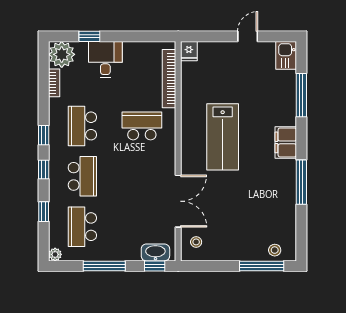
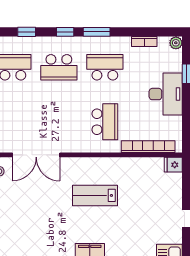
plant: (62, 54) -> (176, 43), width x0.53, depth x0.53
desk: (105, 59) -> (166, 94), width x1.37
window: (44, 135) -> (97, 32), width x1.50
lab bench: (223, 137) -> (95, 195), width x0.73, depth x0.72

